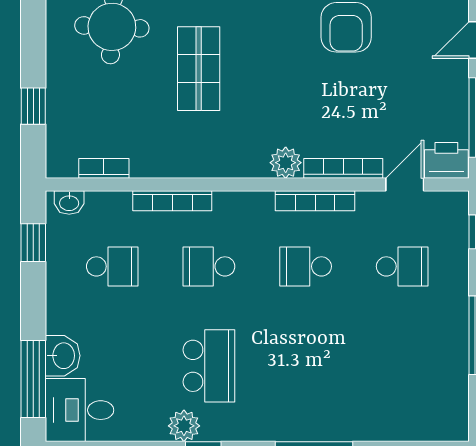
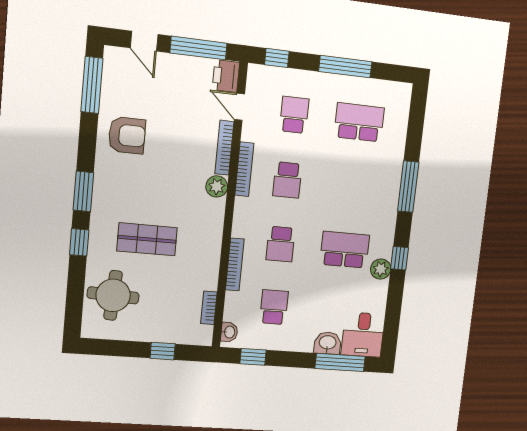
school desk: (402, 366) -> (359, 122), added

